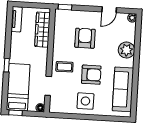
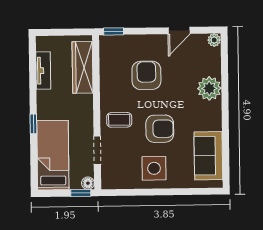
tv unit: (16, 19) -> (43, 71), moved
sofa: (123, 89) -> (208, 156), width x0.73
window: (15, 113) -> (81, 193), moved

